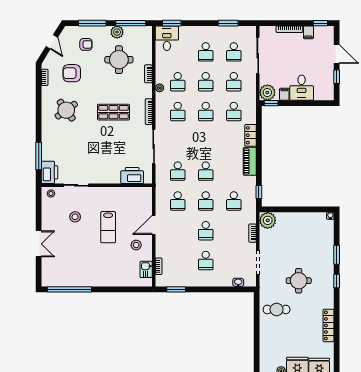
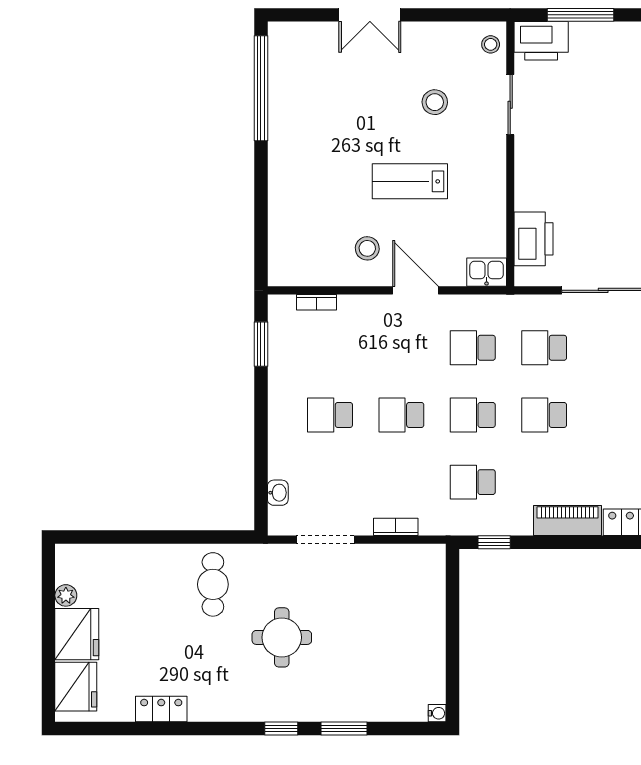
plant: (268, 220) -> (426, 563), removed
kitchen sink: (146, 269) -> (487, 272), moved
locker: (329, 325) -> (161, 709), width x0.66

